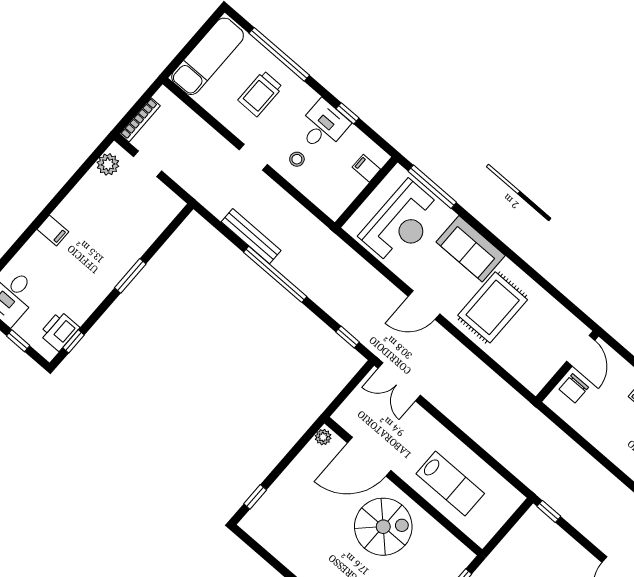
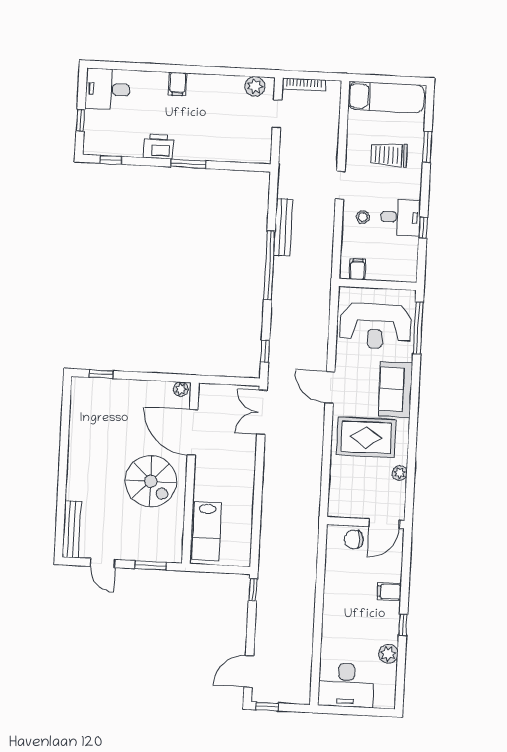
window: (279, 54) -> (427, 147), width x0.47
filing cabinet: (366, 168) -> (358, 269), moved
plant: (547, 302) -> (400, 473), added
printer: (59, 331) -> (158, 146), moved
lab bench: (450, 484) -> (206, 531), moved

